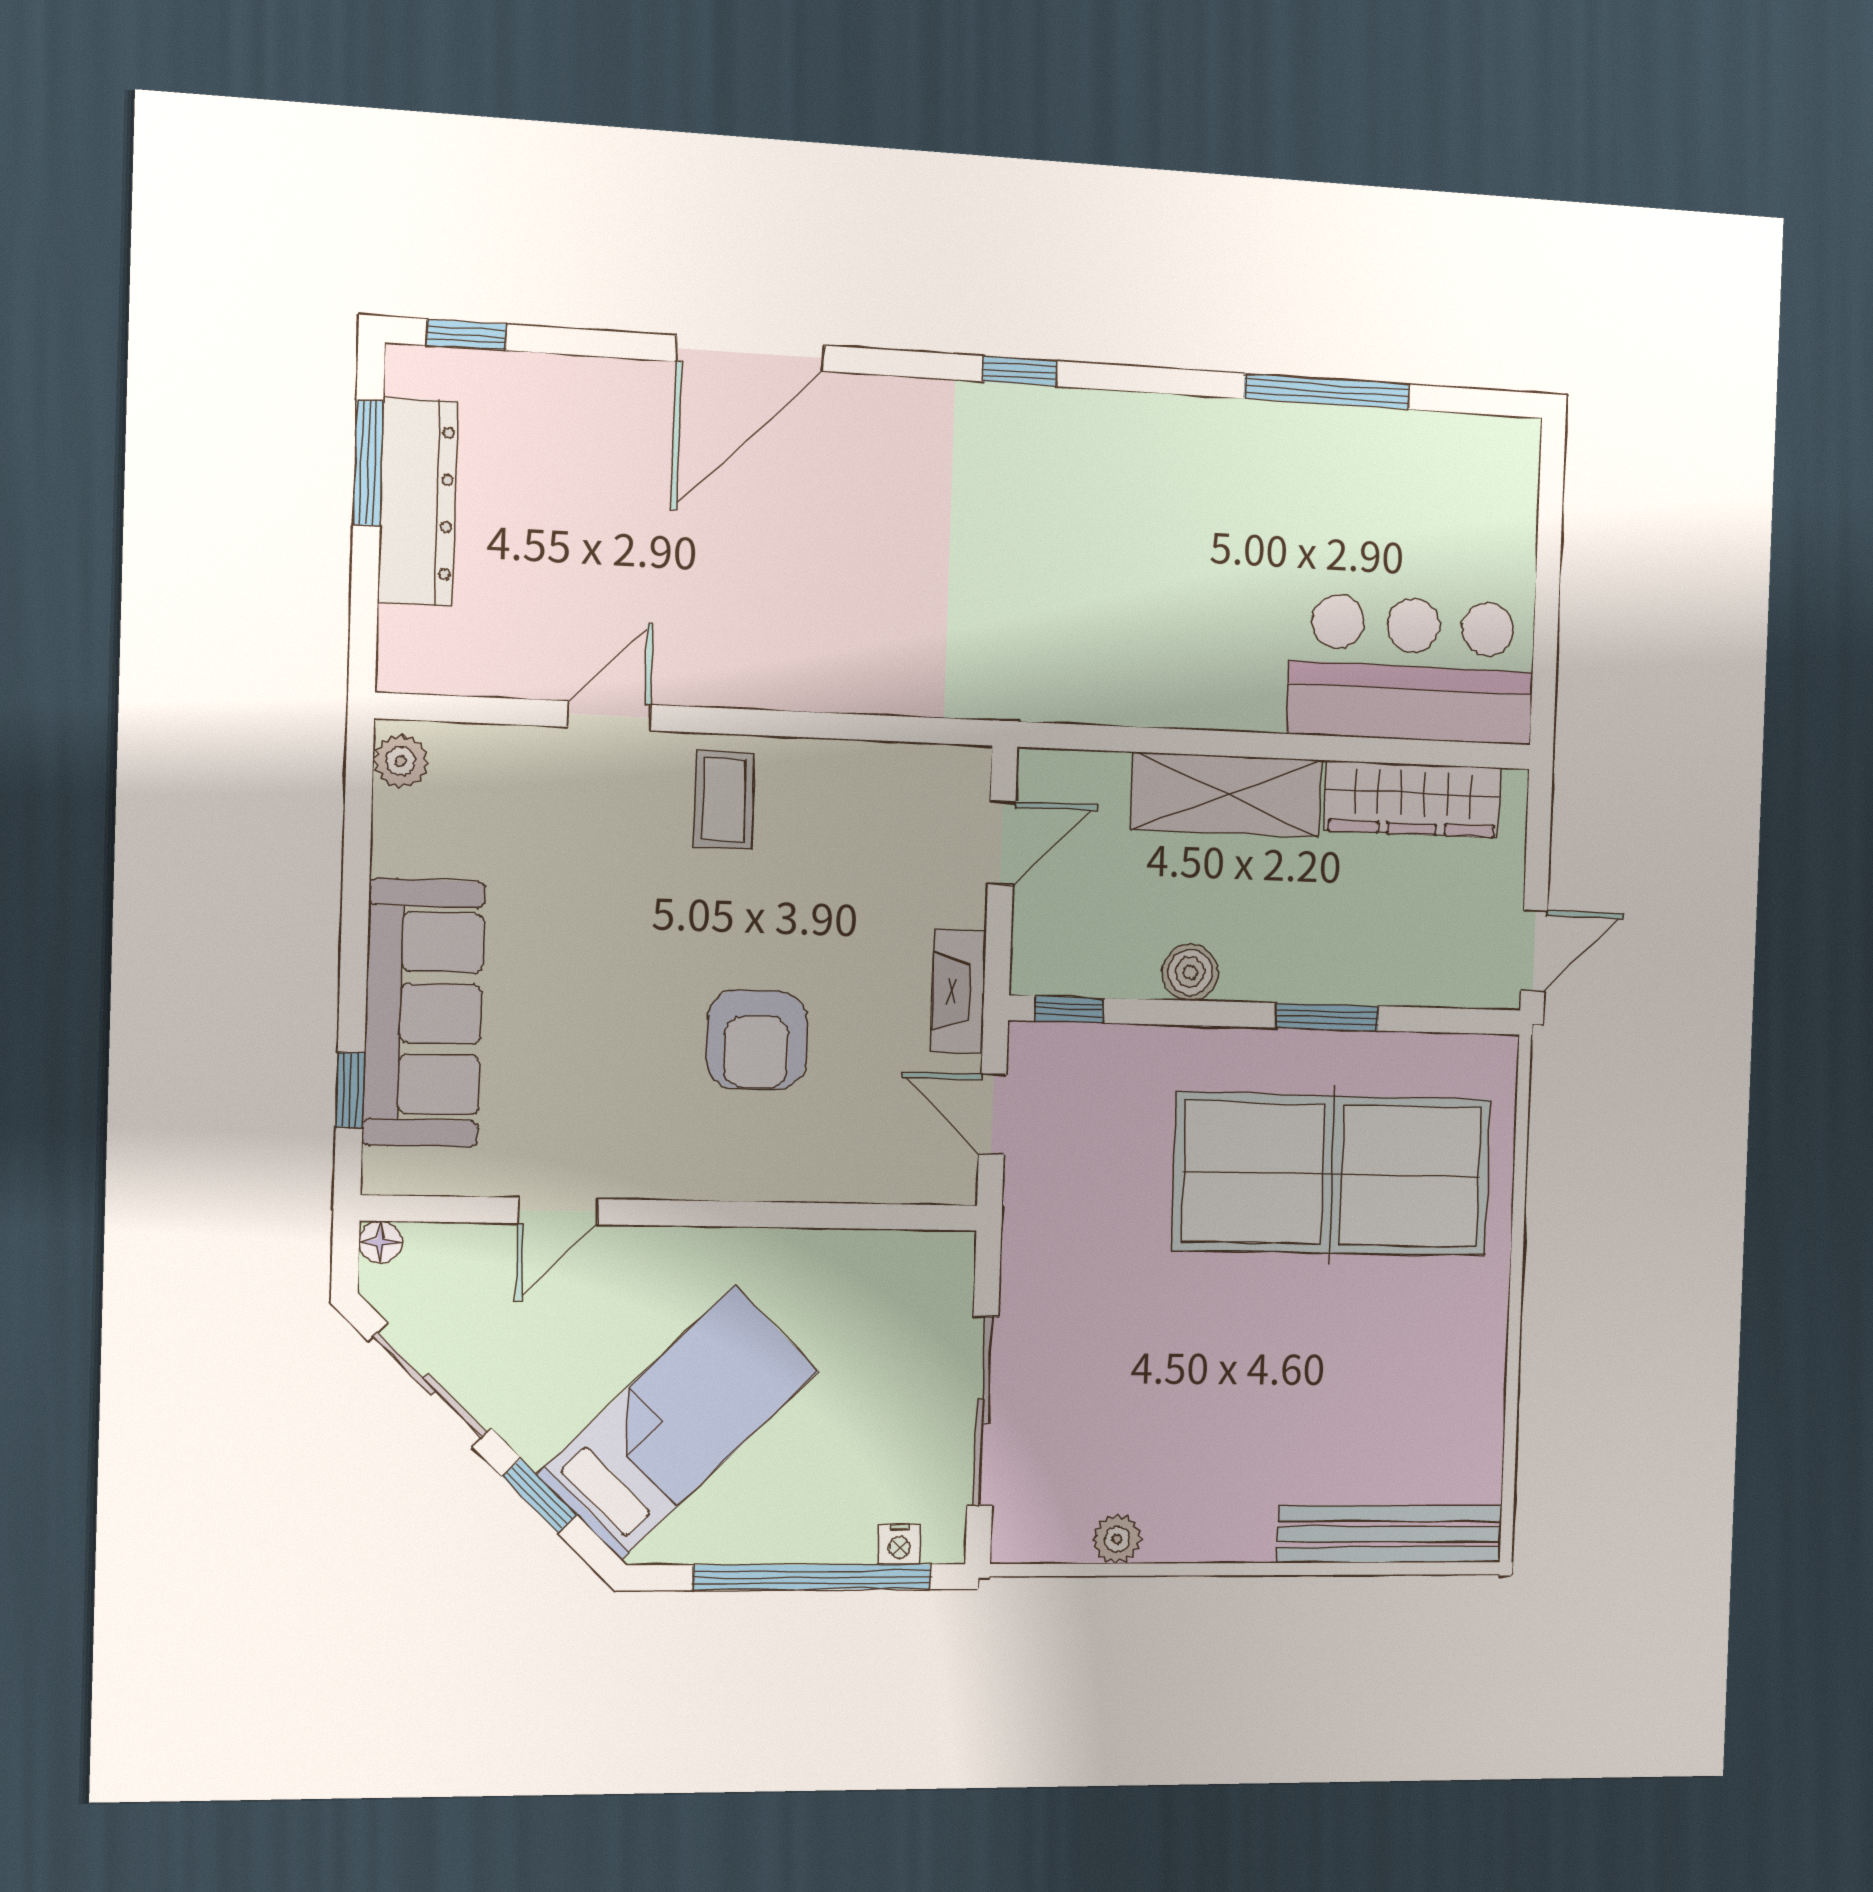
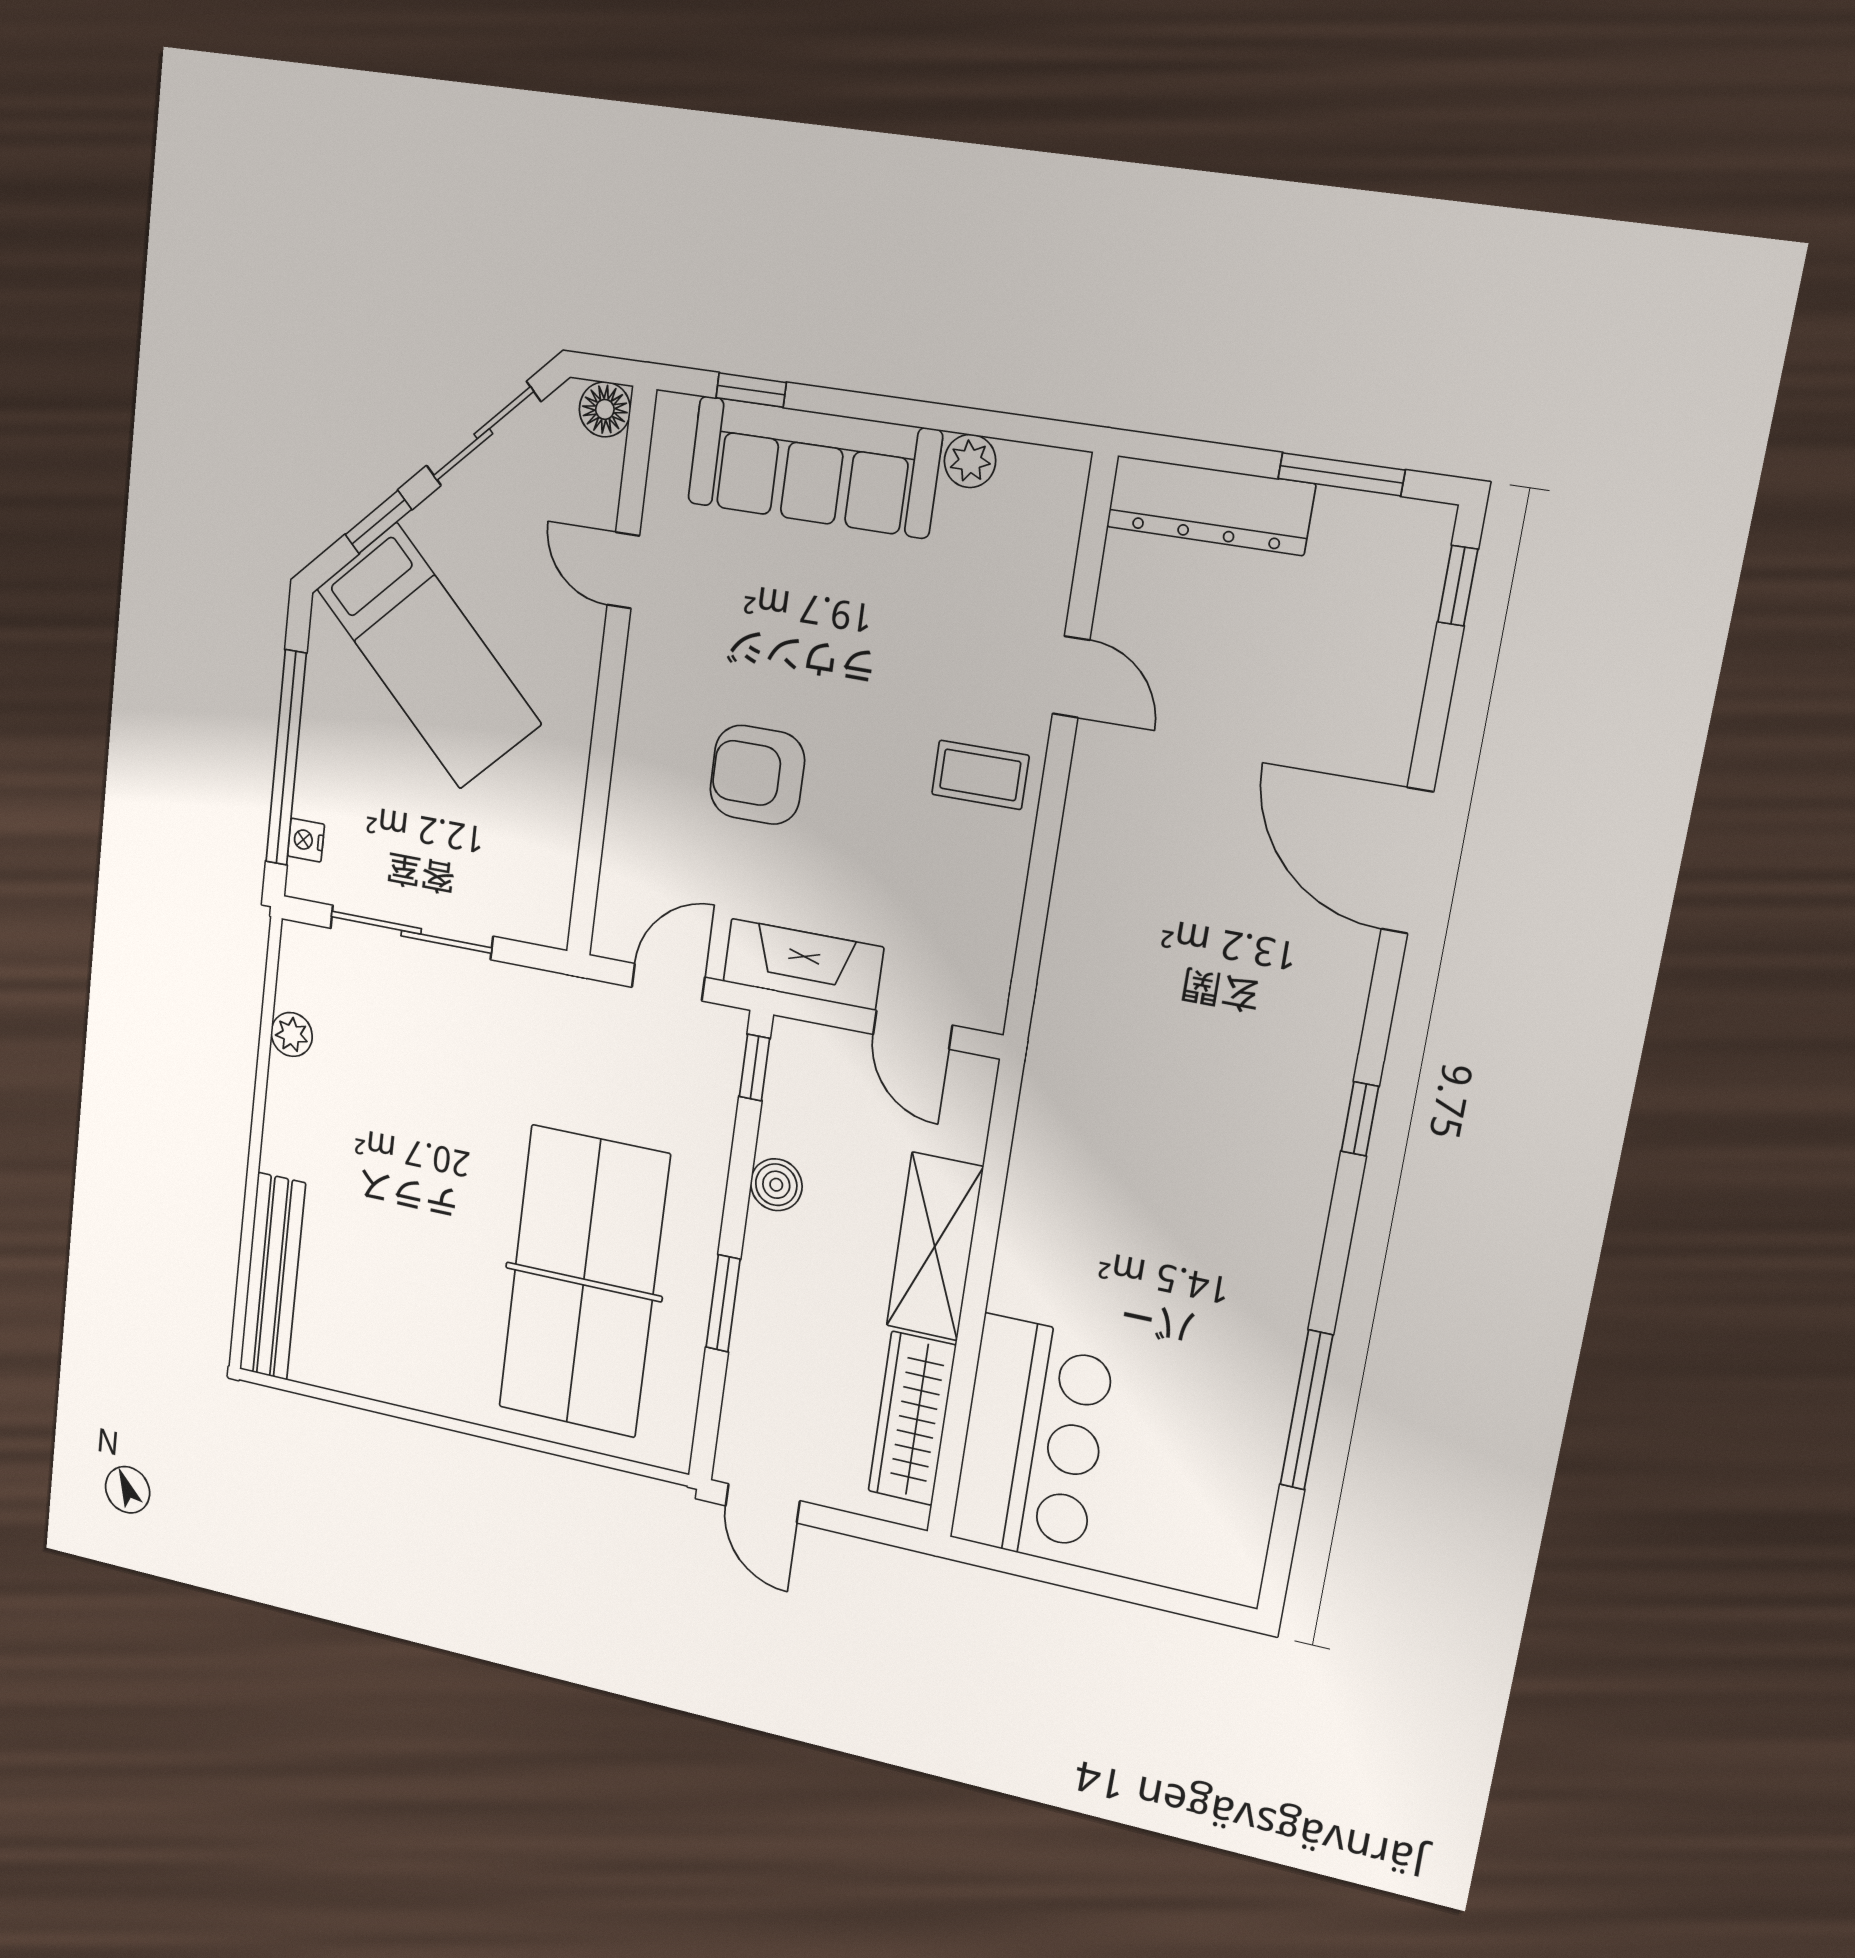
dresser: (418, 502) -> (1210, 505), moved
plant: (401, 761) -> (970, 461), moved
fireplace: (958, 991) -> (803, 964), width x1.37, depth x1.32
floor lamp: (381, 1242) -> (605, 409), width x1.37, depth x1.37

